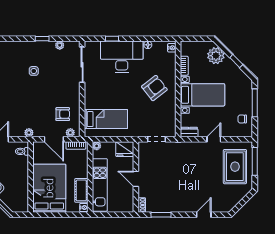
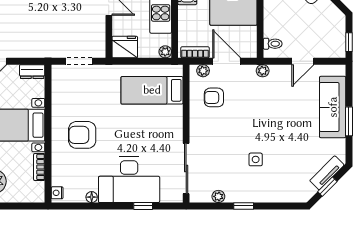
armchair: (154, 88) -> (82, 135), turned 38

